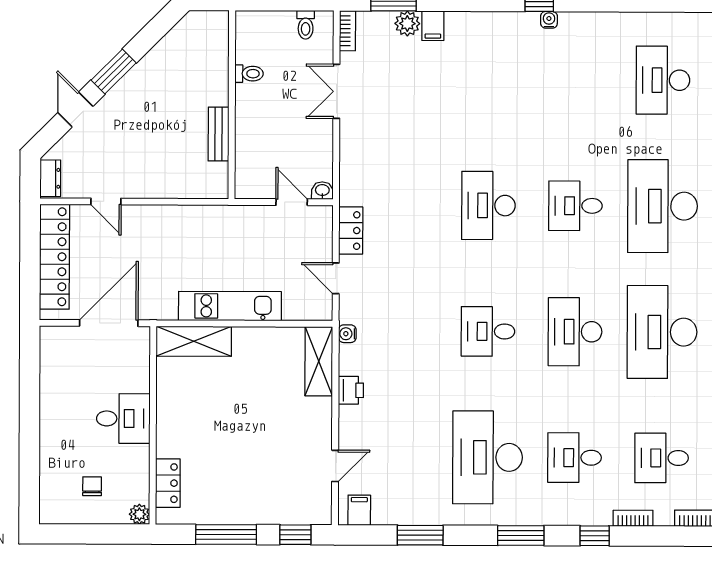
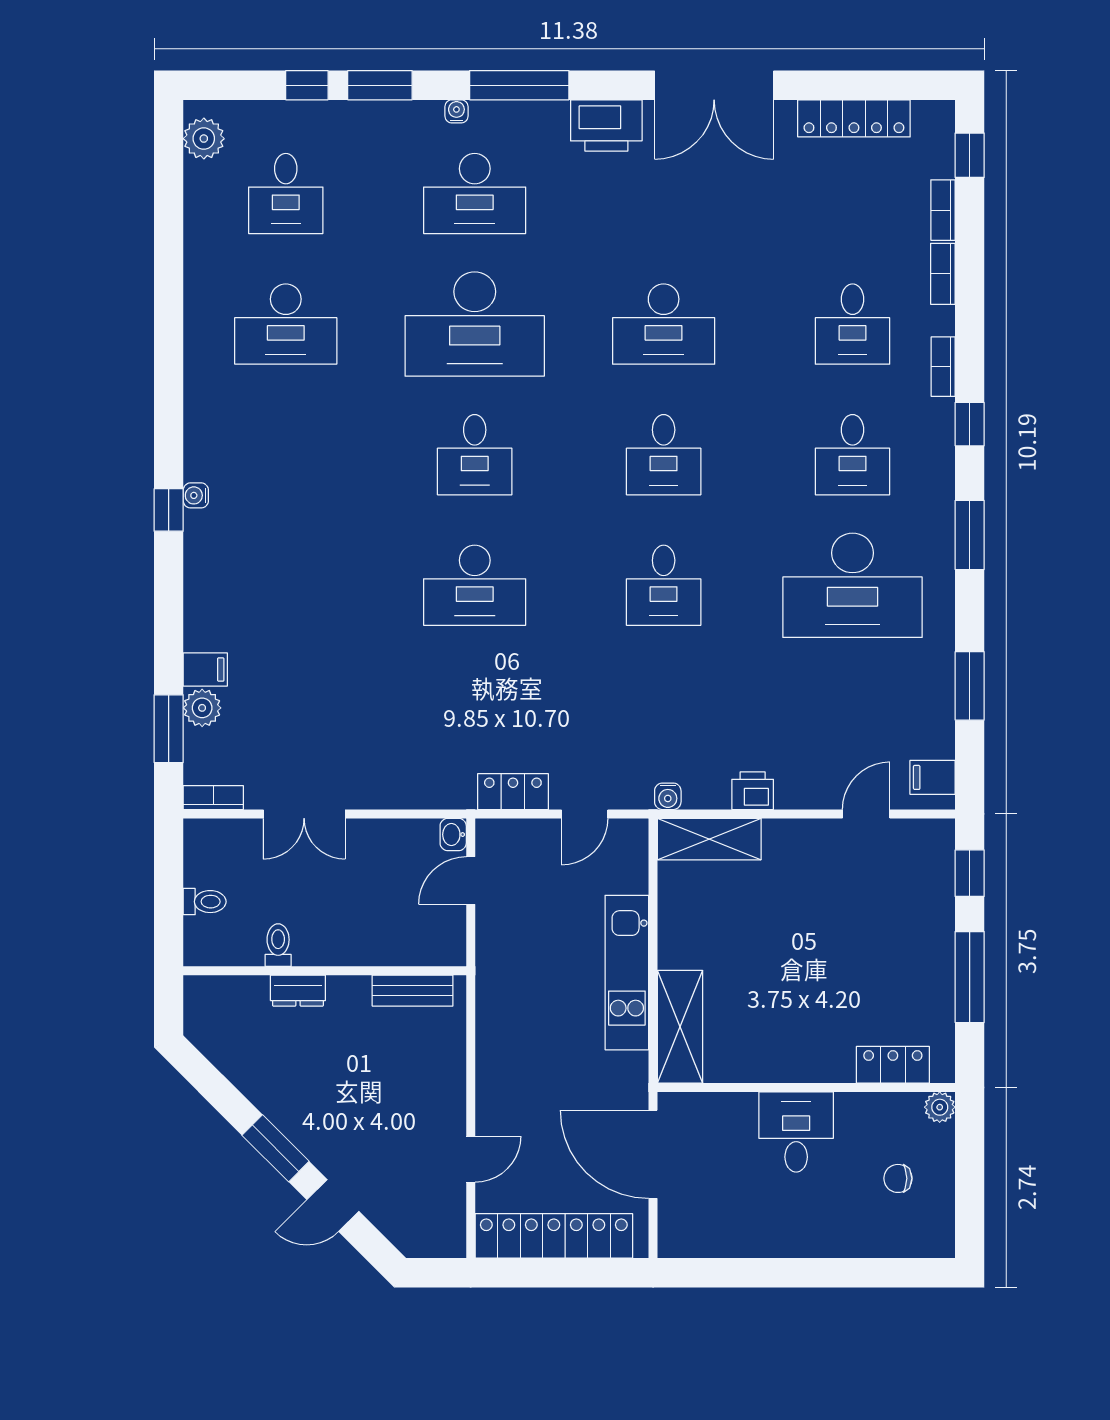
toilet: (306, 25) -> (205, 902), moved
bench: (218, 134) -> (413, 991), moved
dresser: (50, 178) -> (298, 991), moved, turned 180
desk: (575, 332) -> (664, 455), width x0.73
desk: (662, 332) -> (664, 324), width x0.73, depth x0.77
door: (335, 466) -> (866, 814), hinge flipped

